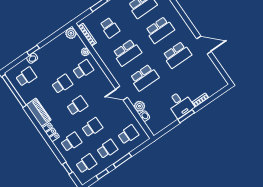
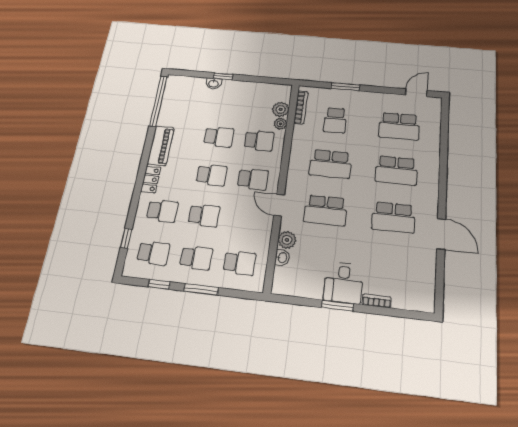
plant: (71, 33) -> (281, 109), moved
school desk: (26, 77) -> (253, 179), moved

